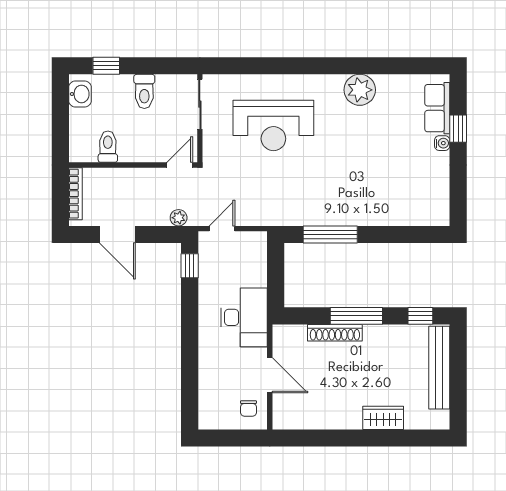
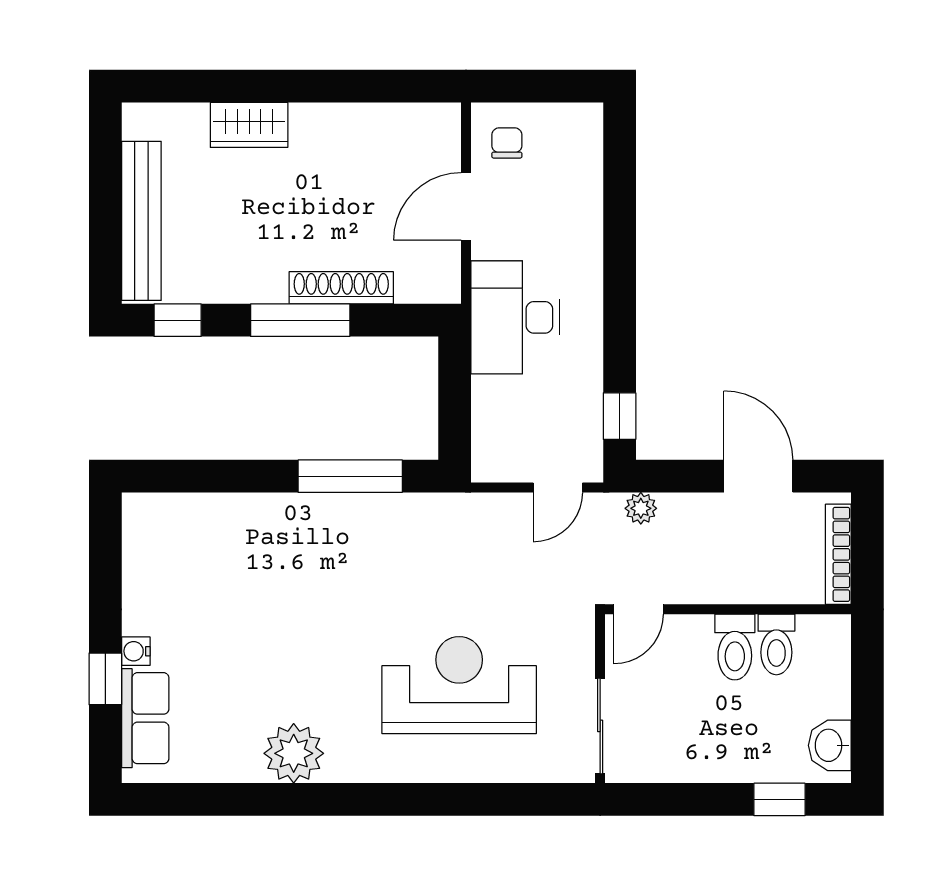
toilet: (144, 91) -> (735, 647), moved, turned 180
door: (270, 375) -> (466, 206), hinge flipped

